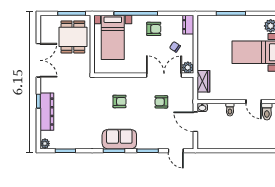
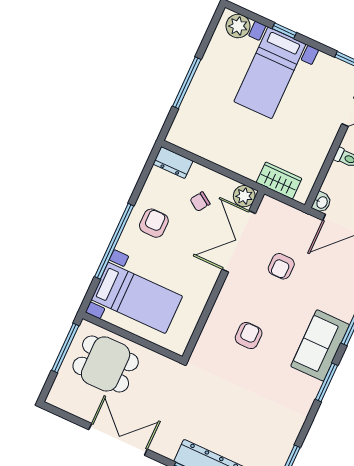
sofa: (119, 139) -> (320, 345), moved

